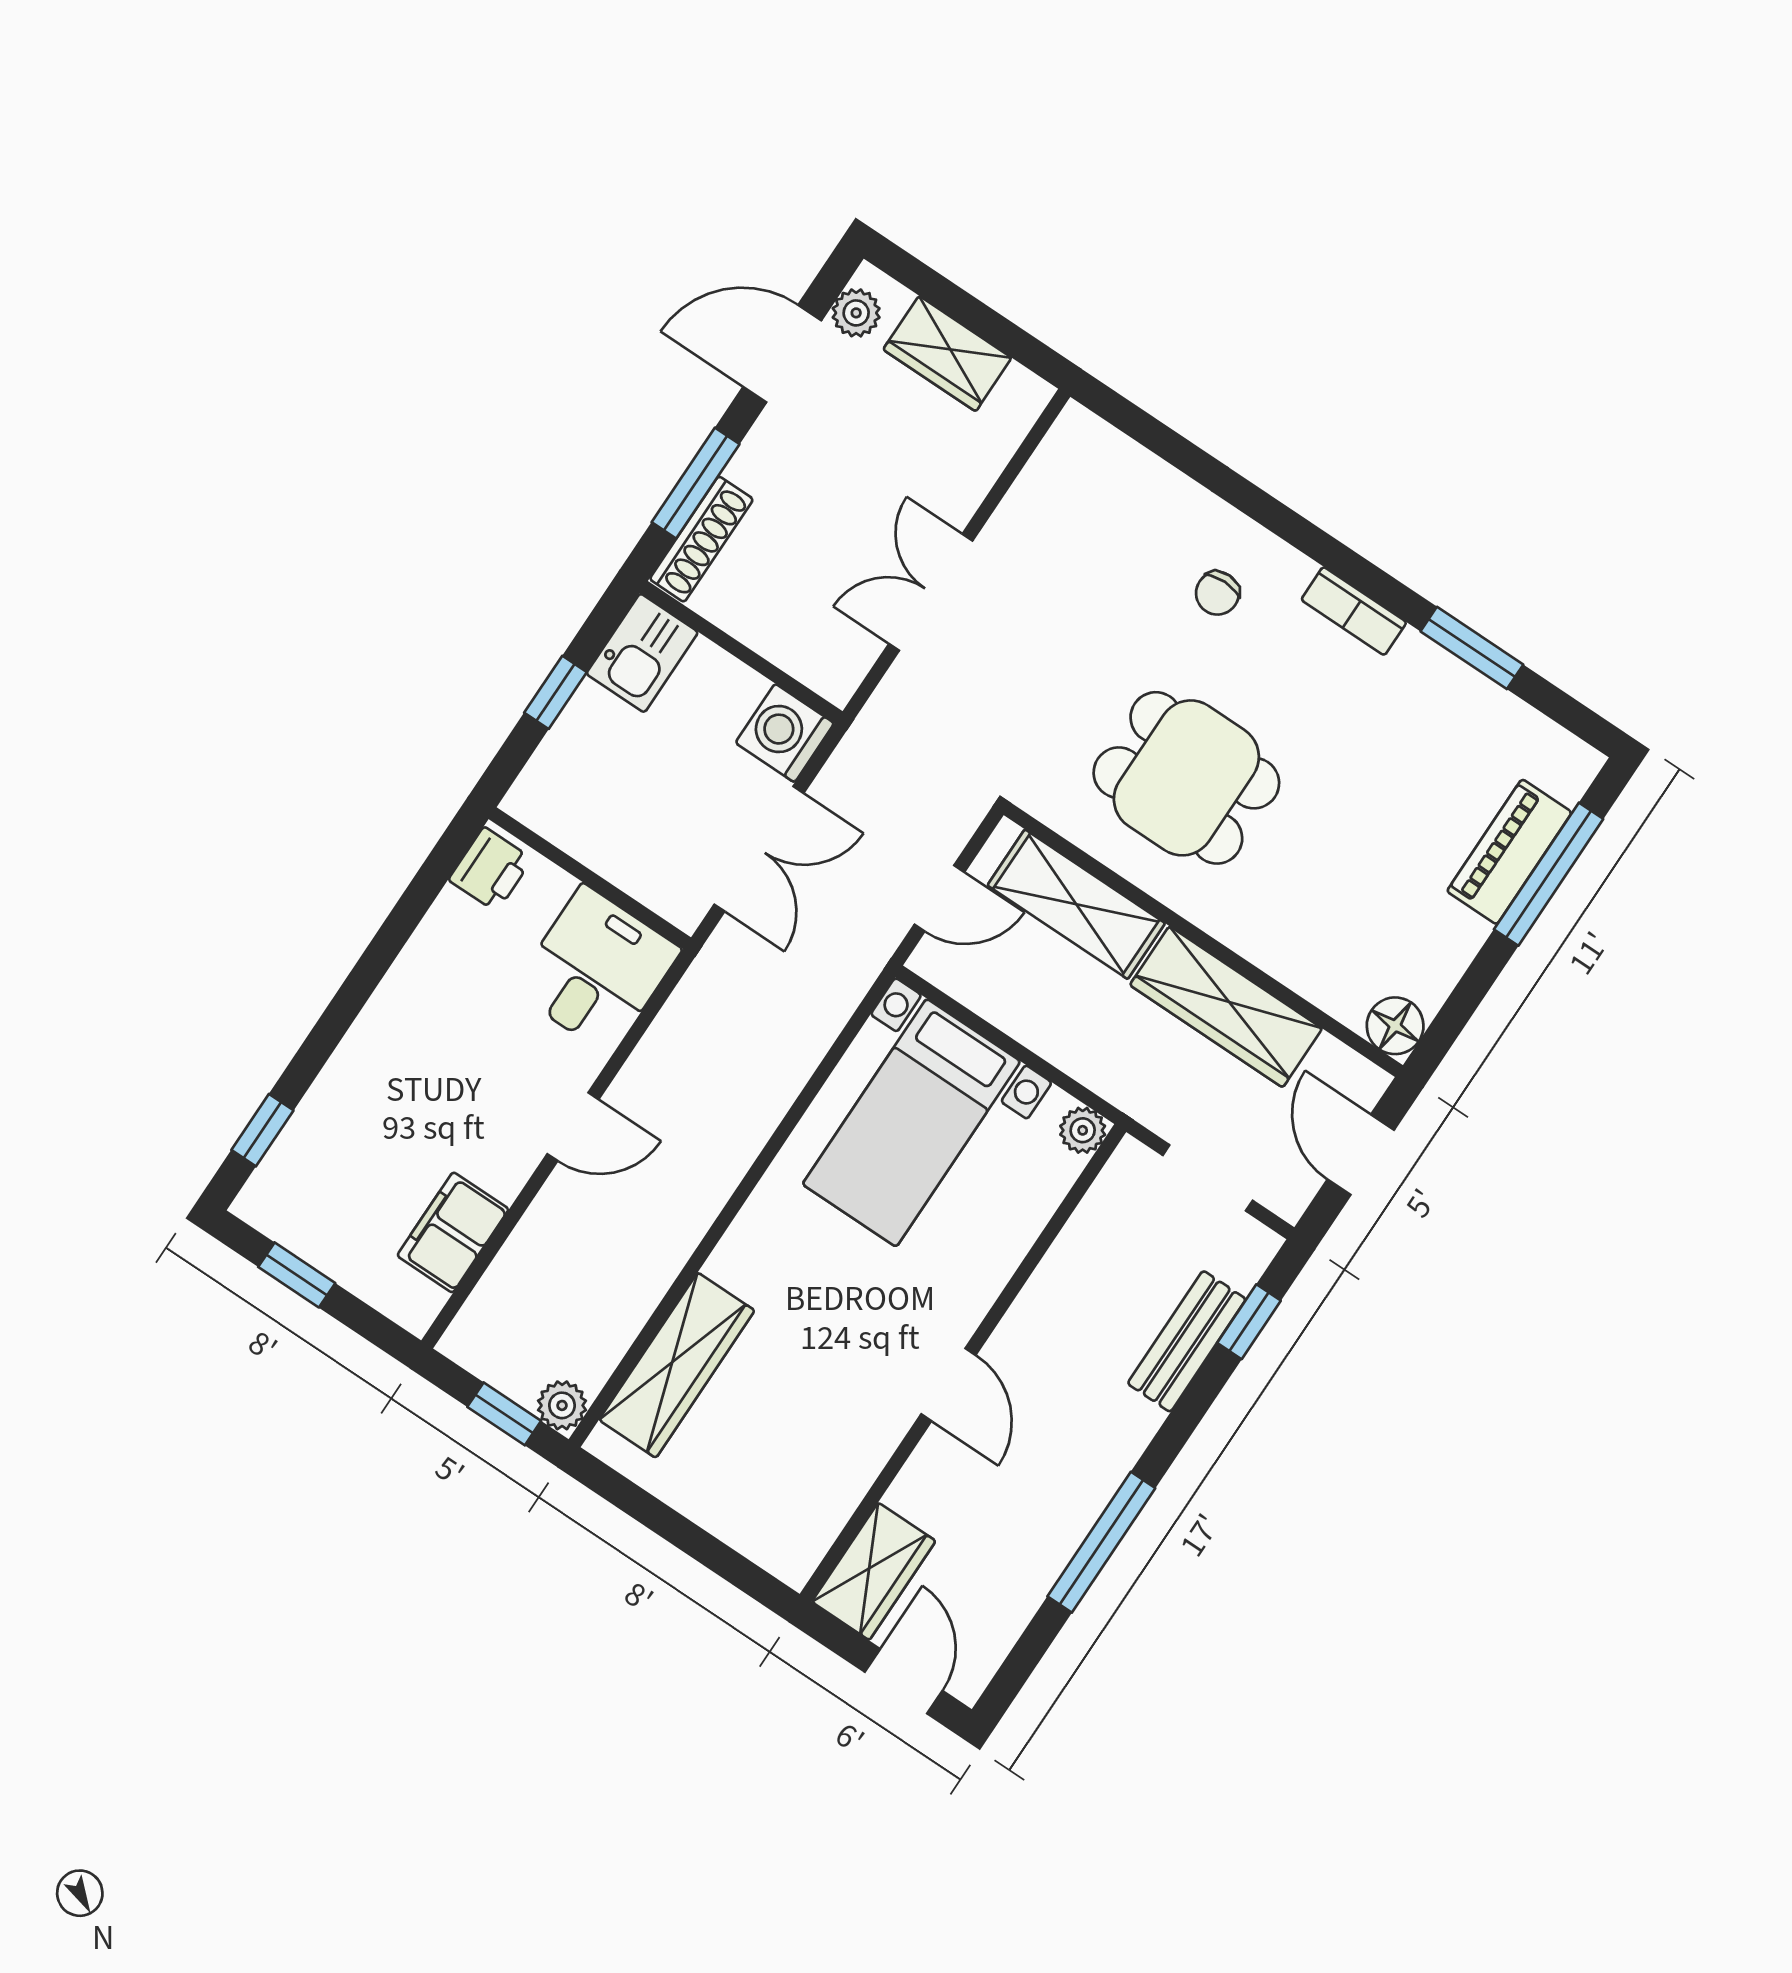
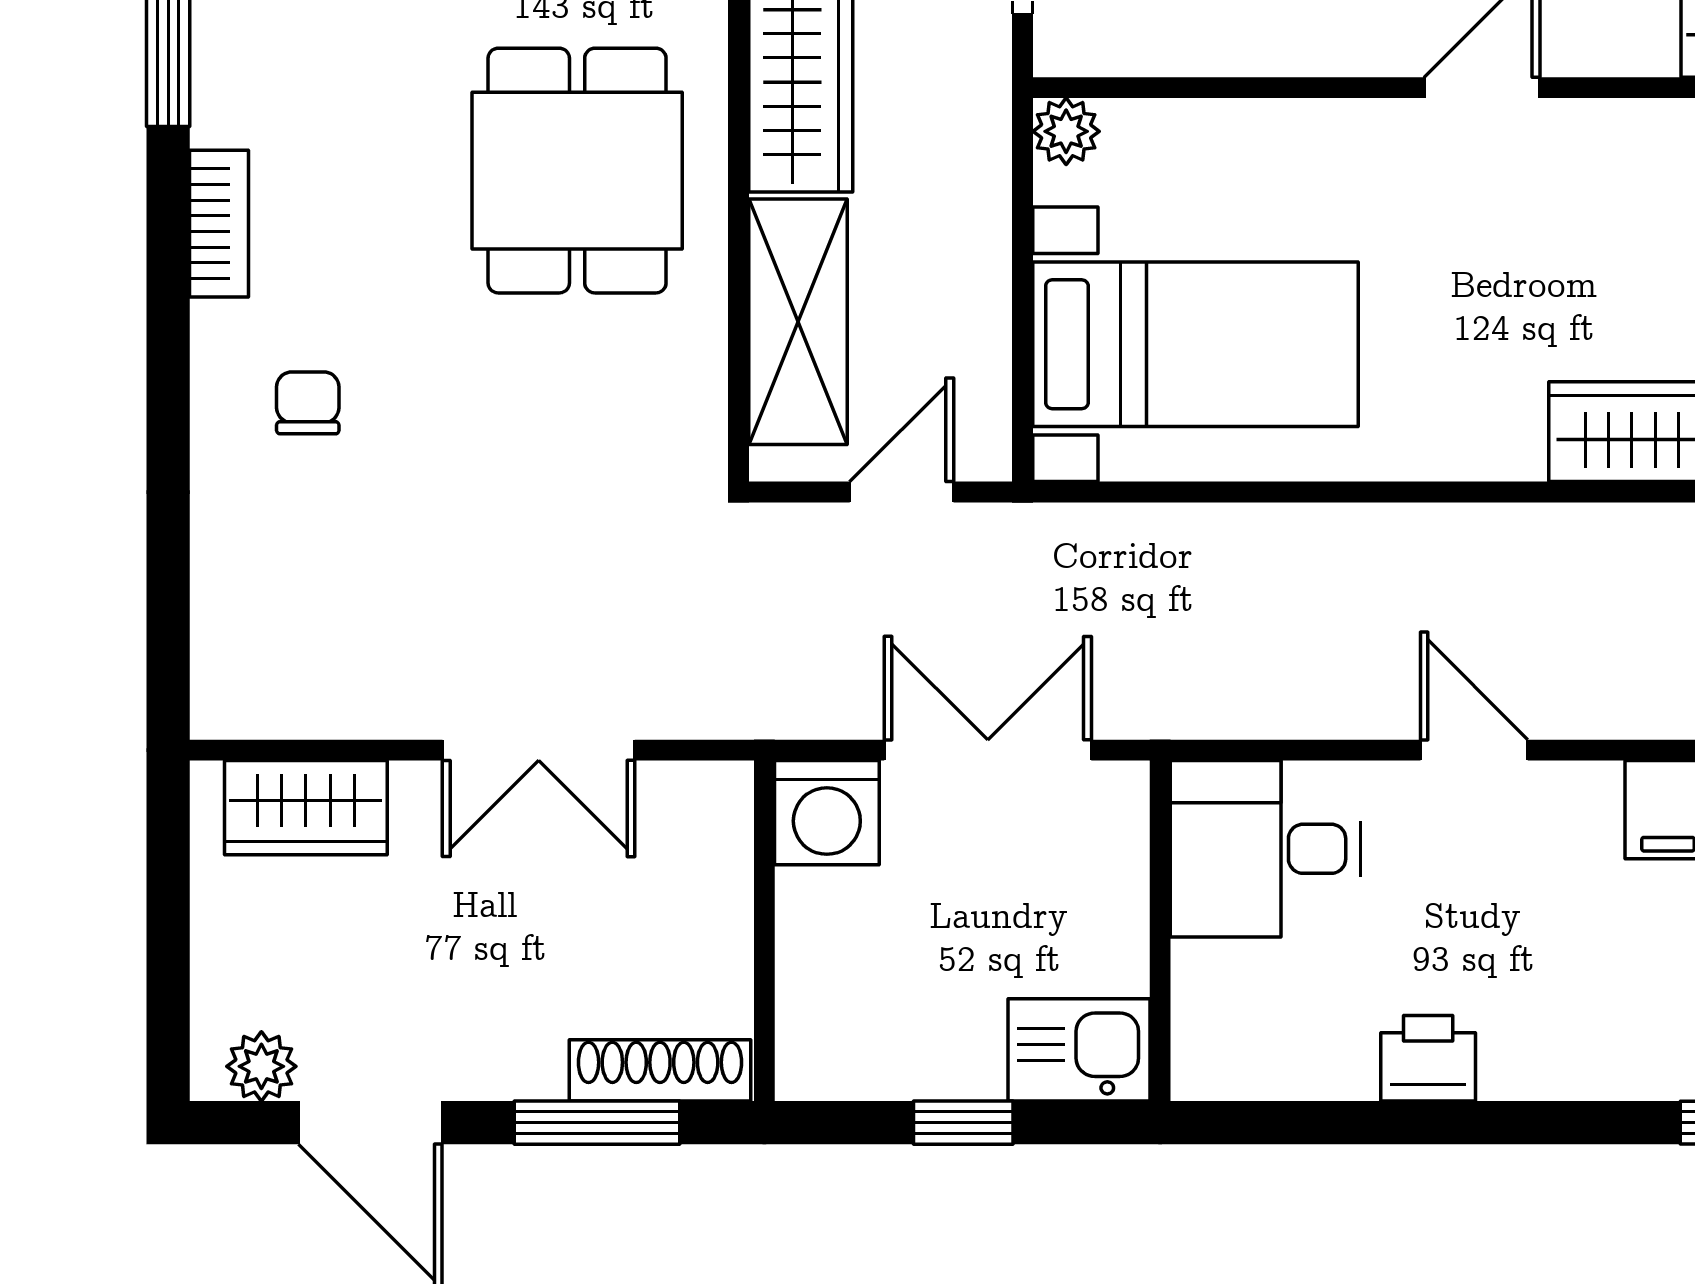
wardrobe: (947, 354) -> (306, 808), moved, turned 90
chair: (1217, 593) -> (308, 403), turned -90
kitchen sink: (642, 653) -> (1079, 1050), moved
dining table: (1186, 778) -> (577, 171), moved
printer: (490, 869) -> (1428, 1058), moved
door: (939, 898) -> (902, 492), hinge flipped

